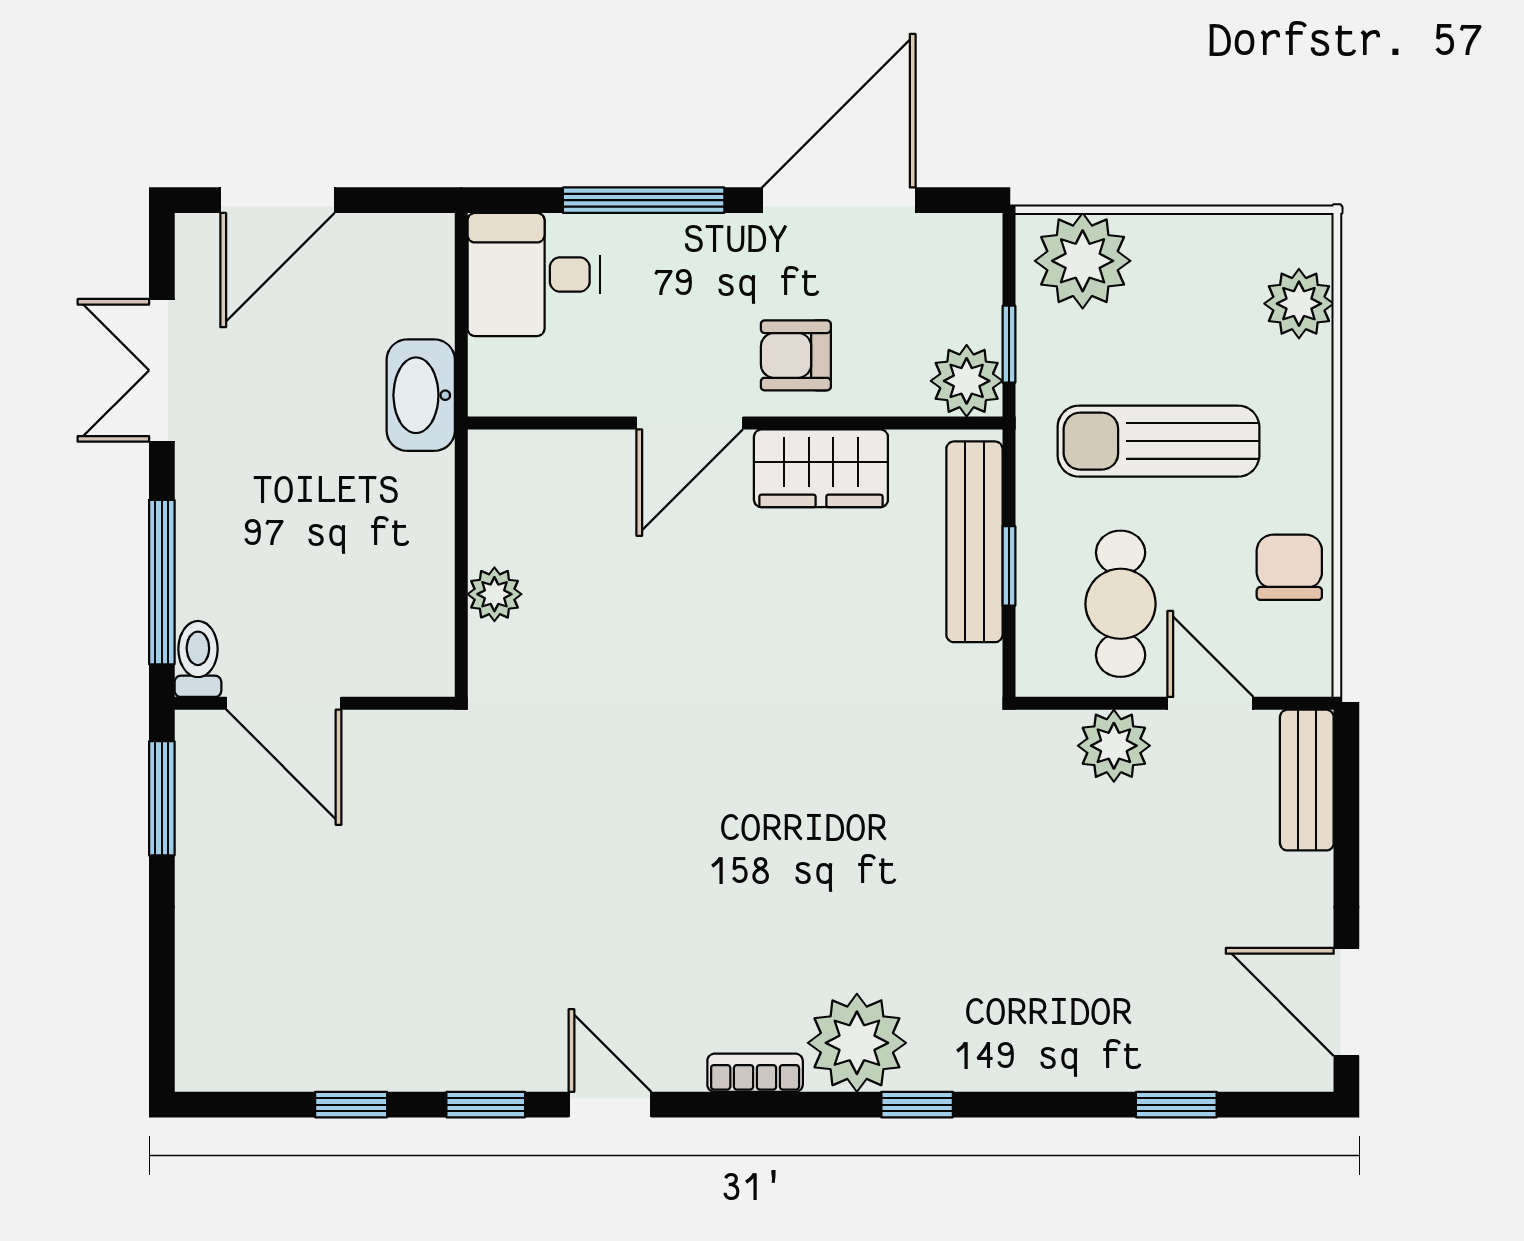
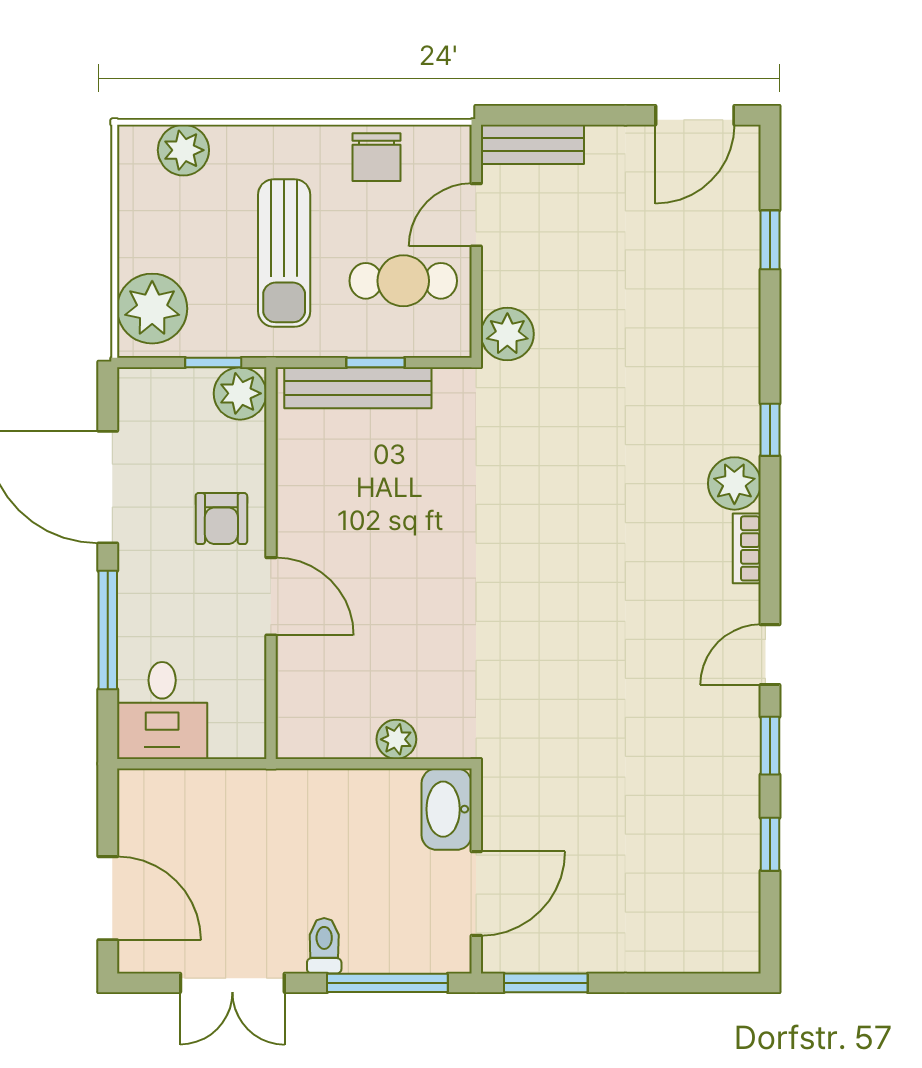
washbasin: (421, 395) -> (447, 809), moved, turned 90
wardrobe: (821, 468) -> (304, 500), removed
chair: (1289, 567) -> (377, 157), turned -90
toilet: (198, 659) -> (324, 946), moved, turned 90
plant: (1114, 746) -> (507, 334), moved
plant: (857, 1043) -> (734, 483), width x0.73, depth x0.73

